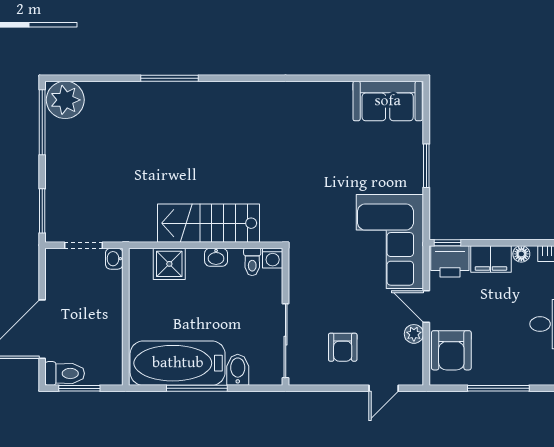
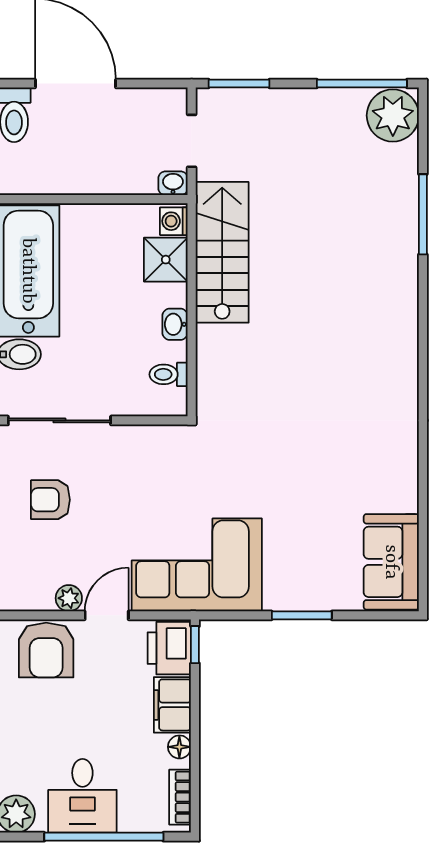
window: (170, 78) -> (423, 214), moved
stairs: (208, 223) -> (222, 252), moved
washing machine: (273, 258) -> (174, 221), moved
armchair: (451, 350) -> (46, 650), turned -90

